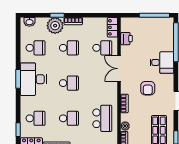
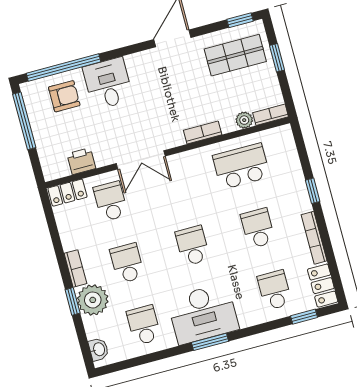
armchair: (148, 88) -> (64, 96), moved

